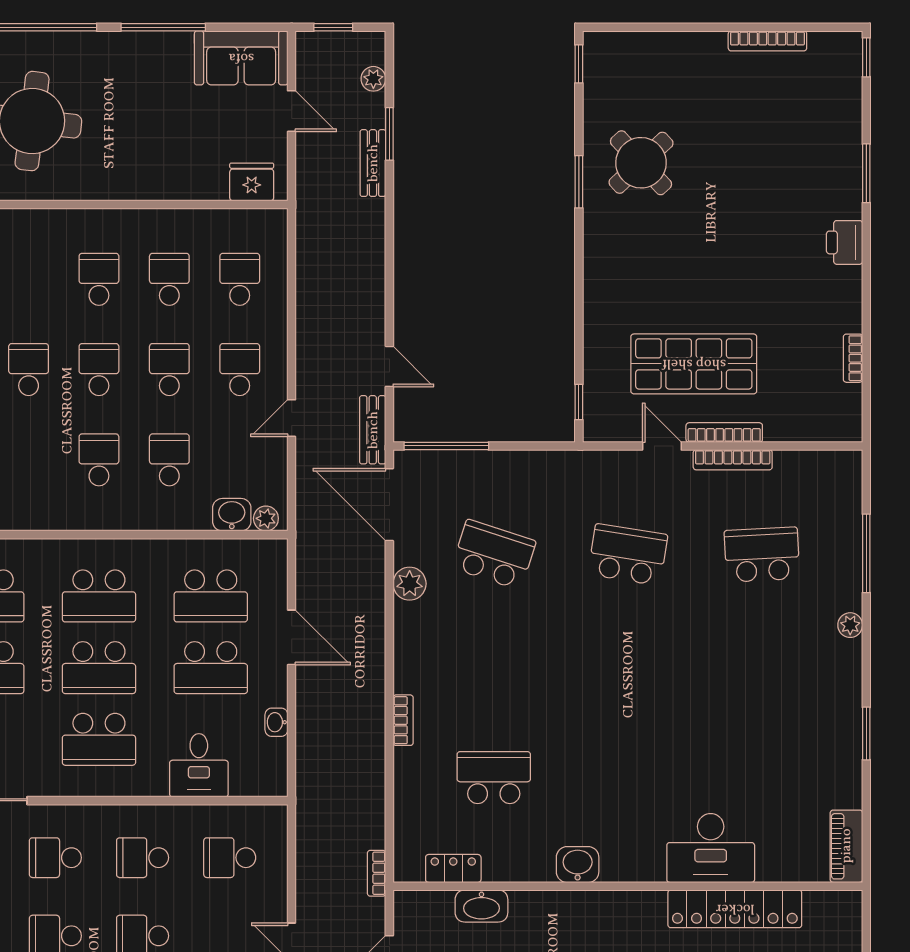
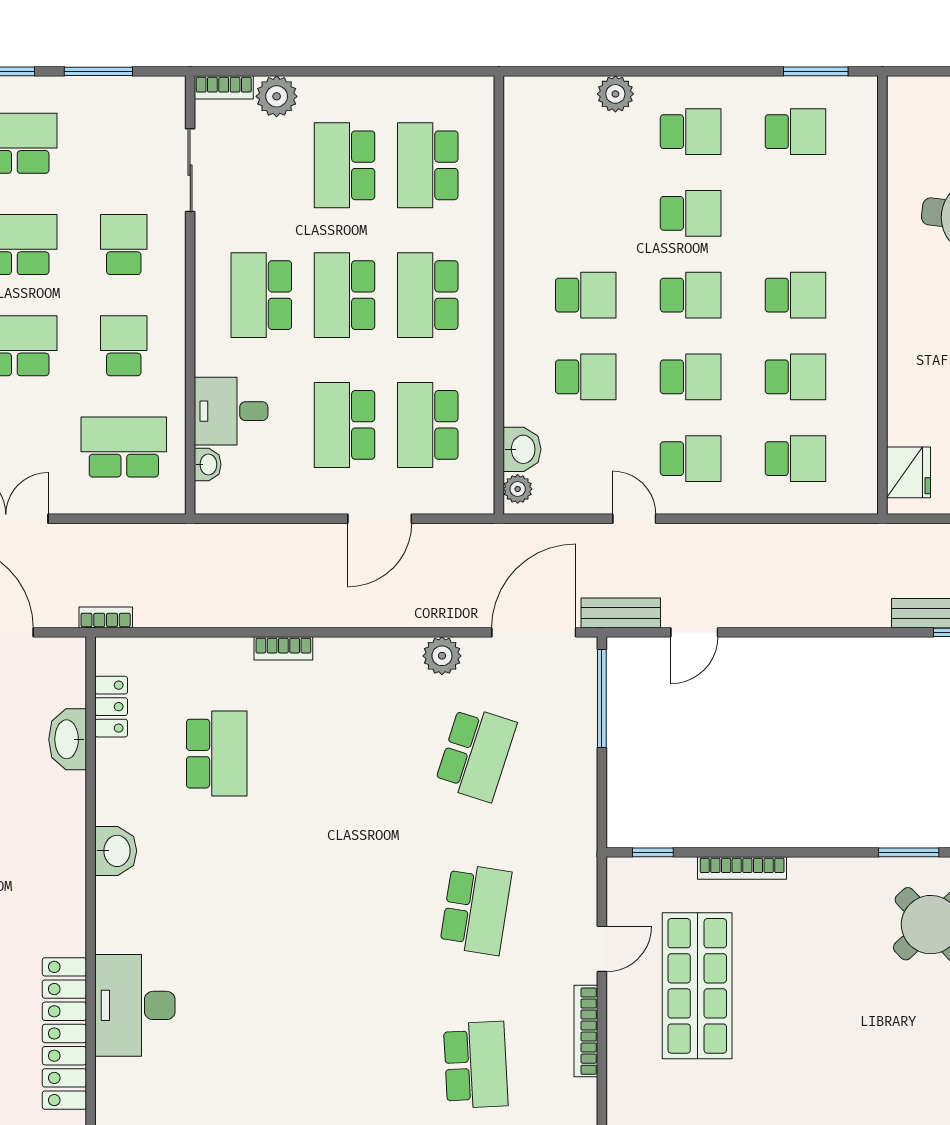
bookcase: (724, 433) -> (742, 868), moved, turned 90
washbasin: (276, 722) -> (208, 464), moved, turned 90
school desk: (230, 858) -> (124, 447), width x1.85

